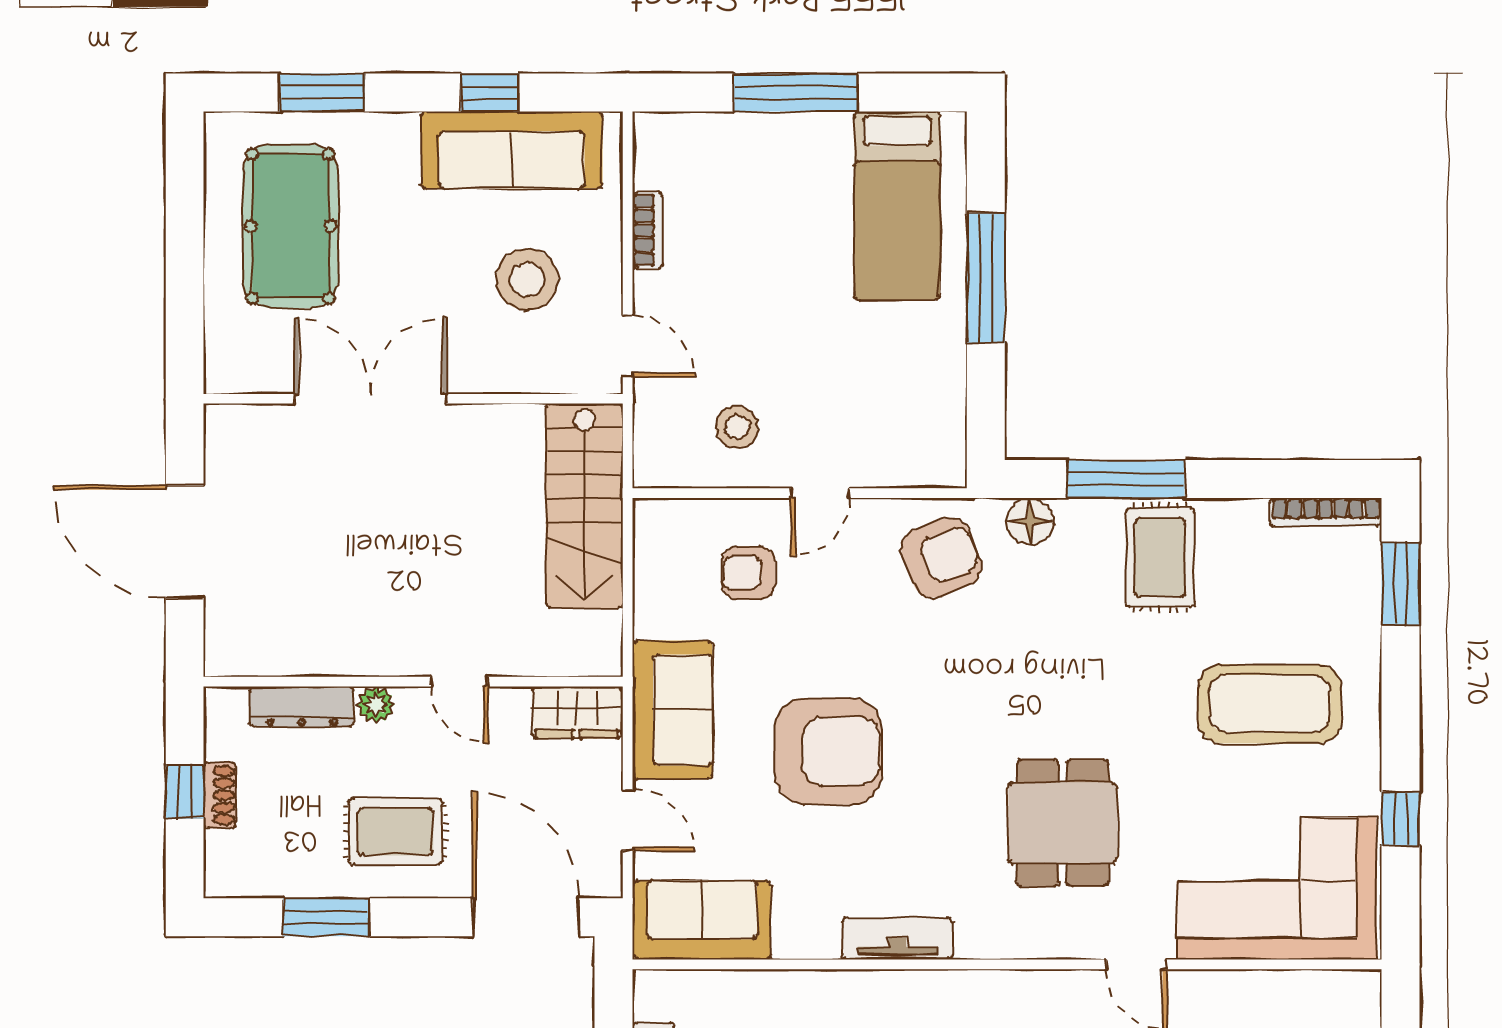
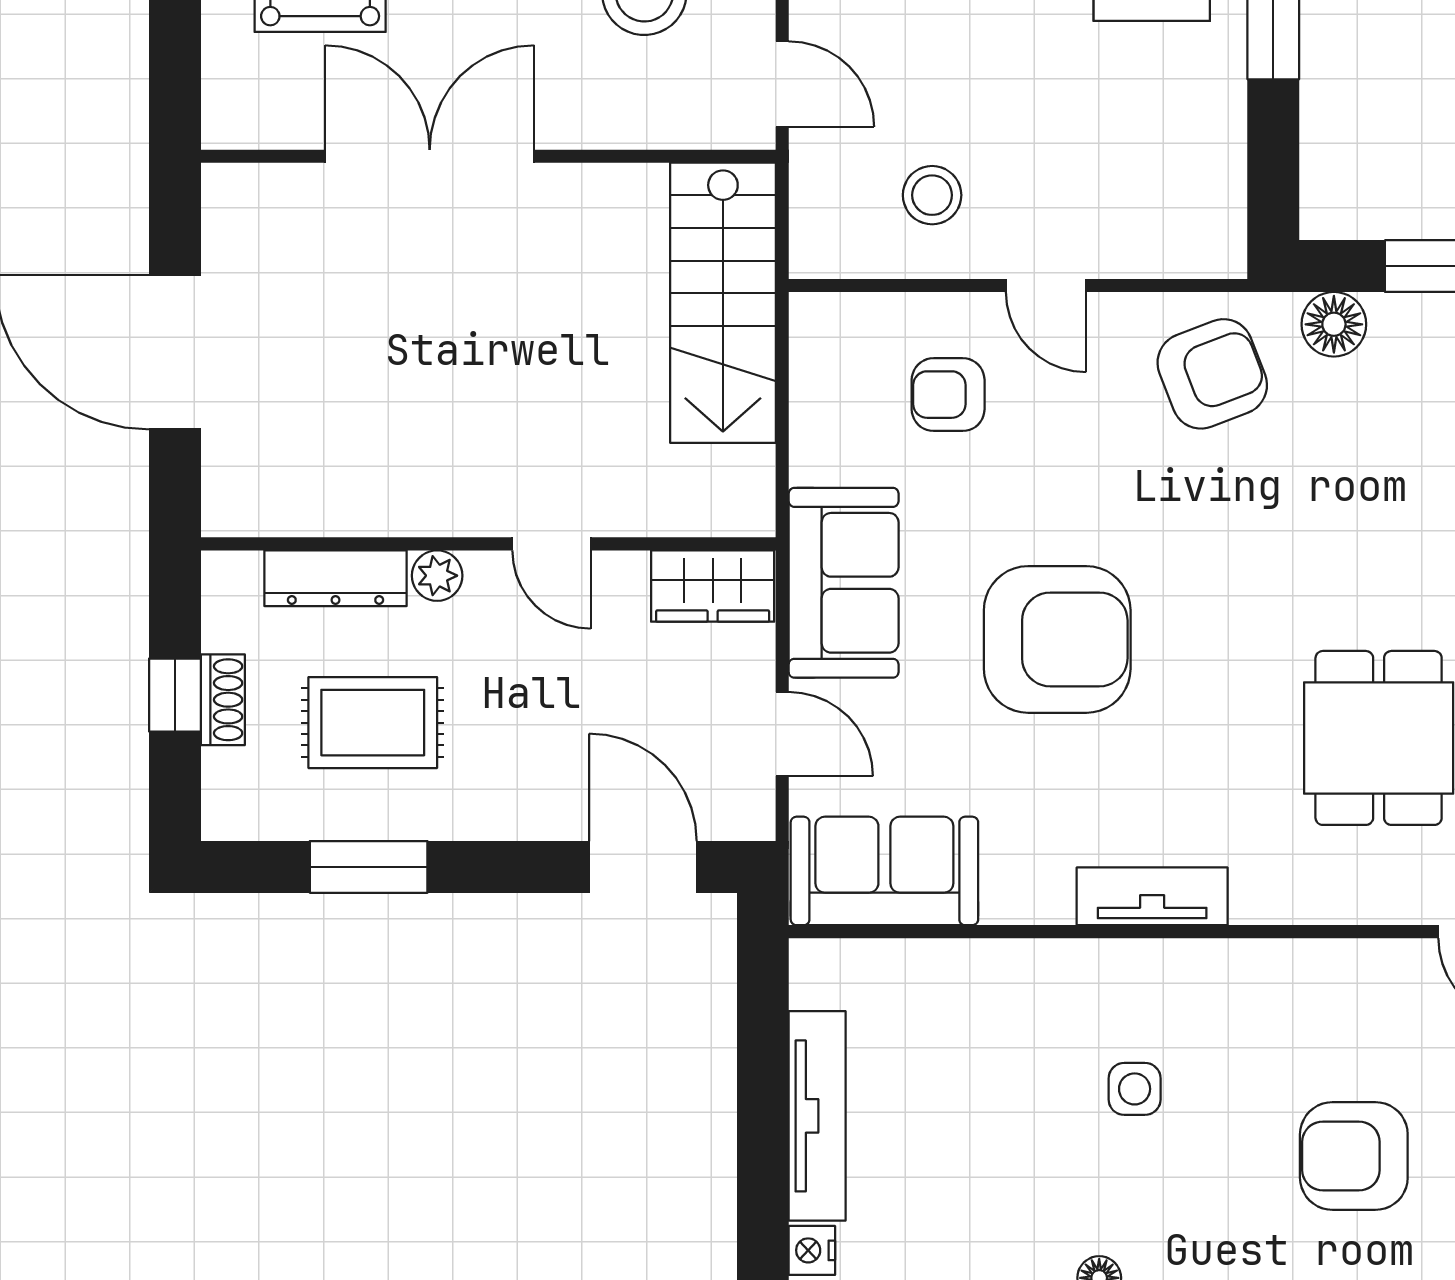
door: (820, 493) -> (1046, 285), hinge flipped
rug: (395, 831) -> (373, 723), moved
door: (526, 917) -> (643, 867), width x0.73

